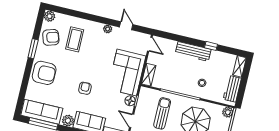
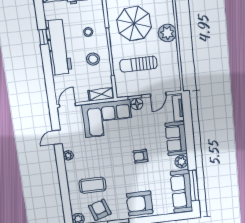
workbench: (193, 51) -> (59, 47), width x1.36, depth x1.32
armchair: (44, 73) -> (140, 203), turned -90
stool: (179, 79) -> (93, 59), added

